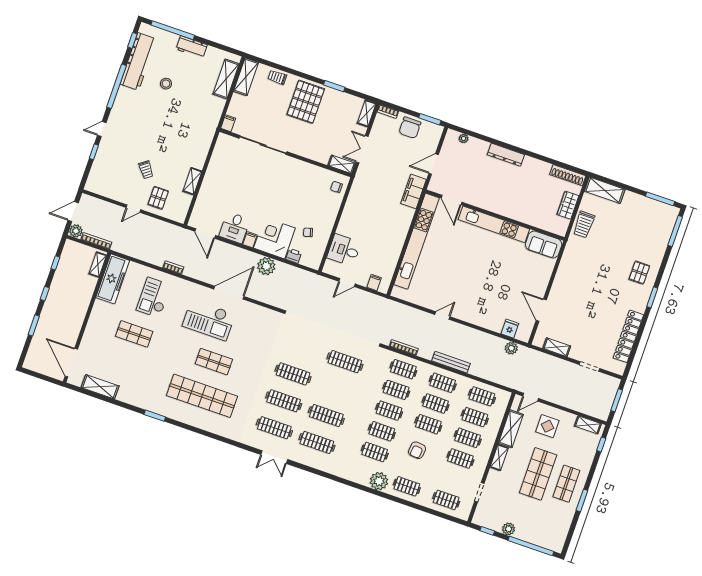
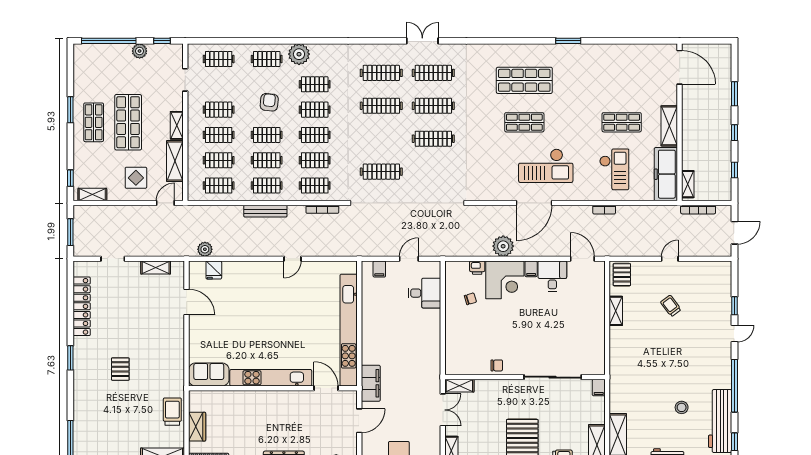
chair: (336, 187) -> (497, 365), moved
pallet: (158, 198) -> (622, 275), moved
plant: (76, 231) -> (724, 213), removed
pallet: (639, 273) -> (120, 369), moved
checkout: (209, 320) -> (546, 166), turned 180
shelving: (100, 387) -> (669, 126), moved, turned 90
shop shelf: (202, 396) -> (524, 80), width x0.71

